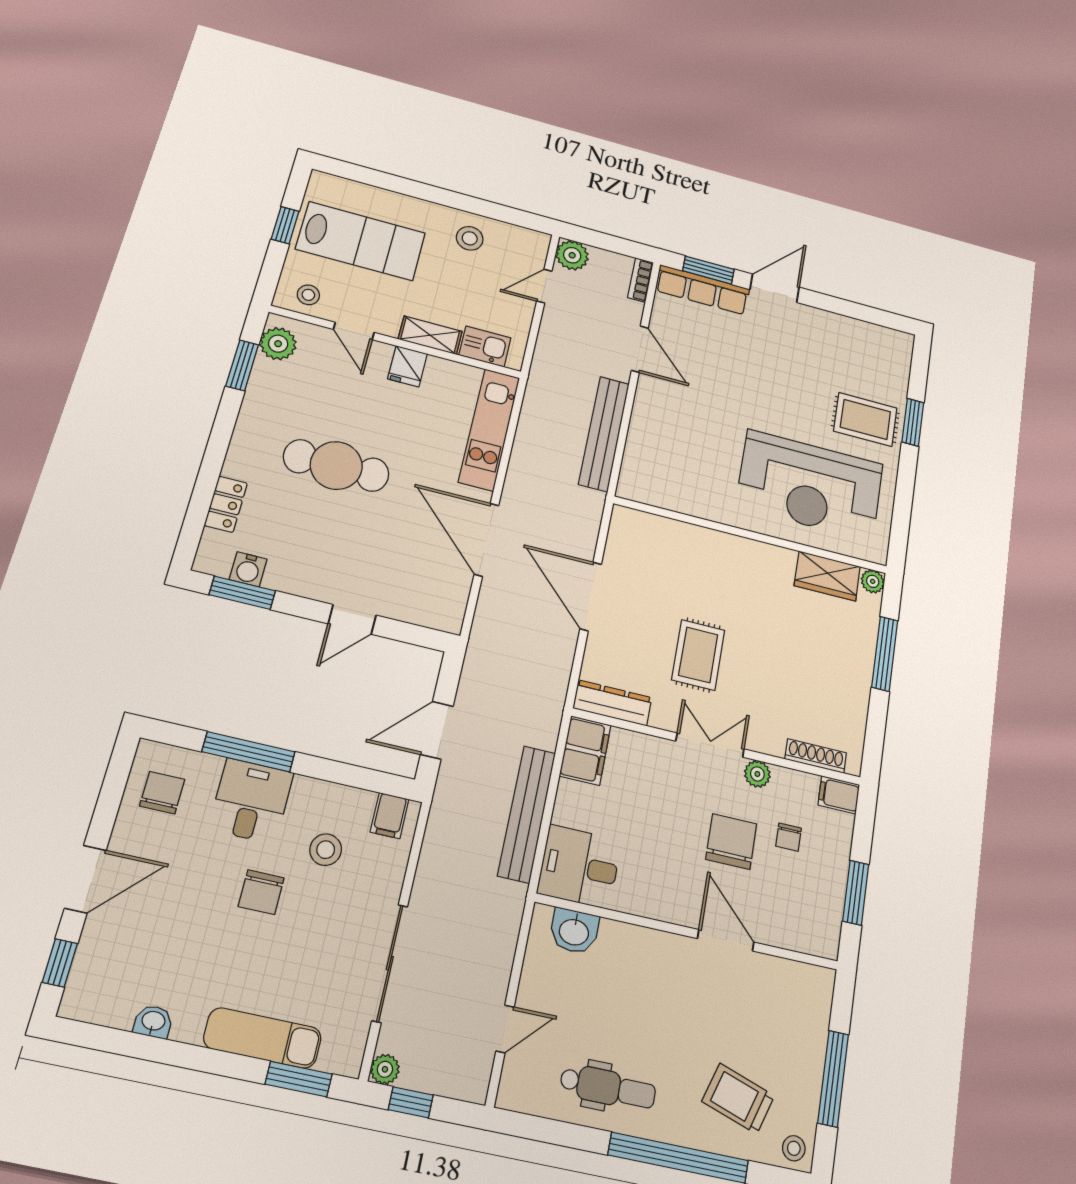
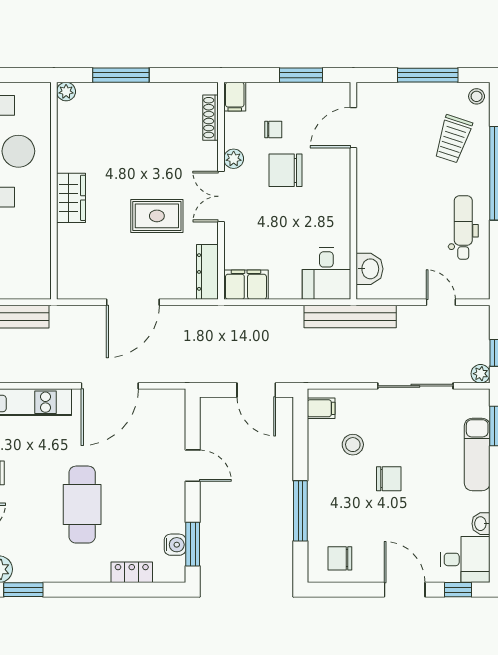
wardrobe: (827, 576) -> (71, 198), moved
desk: (251, 801) -> (465, 559), moved, turned 180
bench: (527, 814) -> (350, 316), moved
door: (726, 940) -> (353, 128), moved

